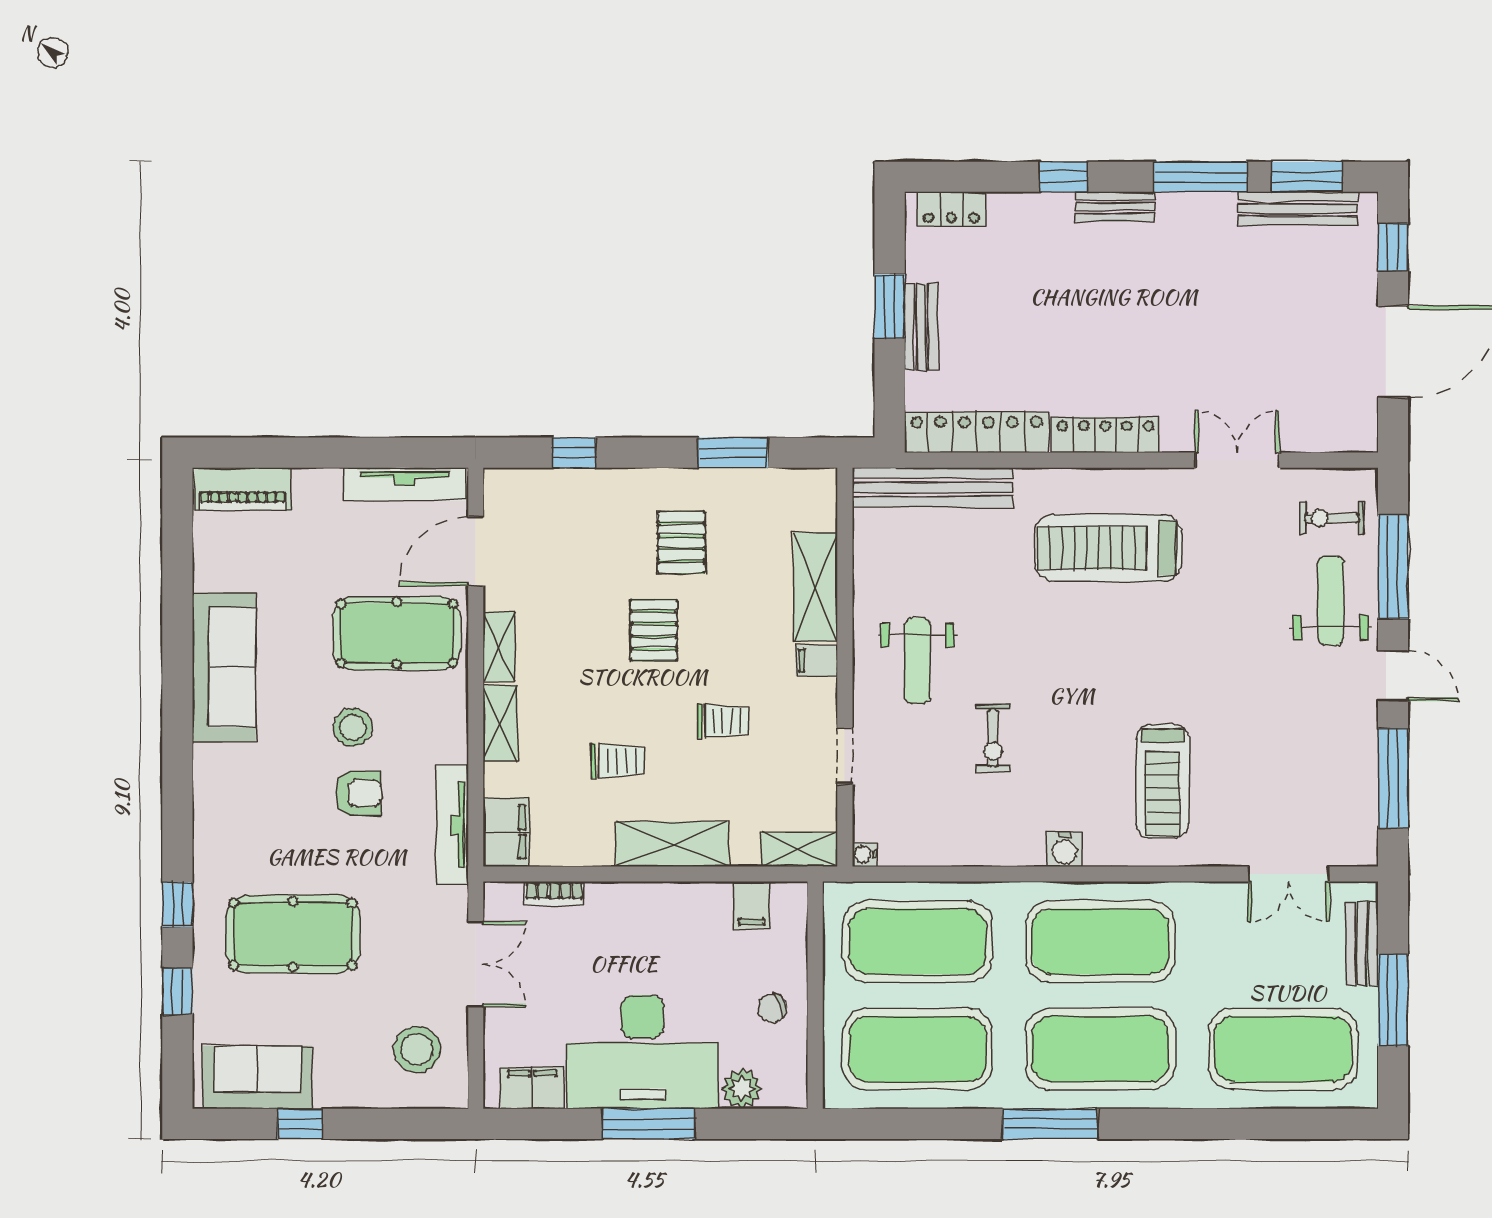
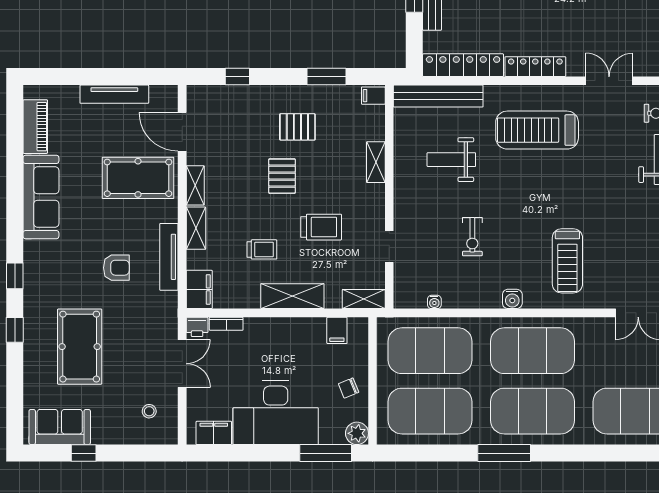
tv unit: (405, 484) -> (114, 94), moved
piano: (243, 489) -> (35, 127), moved, turned -90
pallet: (681, 542) -> (297, 127), turned 90
door: (476, 551) -> (182, 132), hinge flipped
shelving: (816, 587) -> (376, 162), width x0.67, depth x0.75
filing cabinet: (817, 660) -> (373, 96), moved
weight bench: (918, 661) -> (451, 160), moved, turned 90
trolley: (723, 721) -> (321, 227), width x1.36, depth x1.39
stool: (353, 727) -> (113, 231), removed
tv unit: (452, 825) -> (169, 257), moved
water cooler: (864, 854) -> (434, 302), moved, turned -90
printer: (502, 899) -> (197, 327), added
pool table: (293, 934) -> (80, 347), turned 90
window: (177, 991) -> (15, 276), moved
stool: (417, 1049) -> (149, 411), width x0.53, depth x0.53
plant: (742, 1089) -> (357, 433), moved
window: (648, 1124) -> (326, 453), moved

